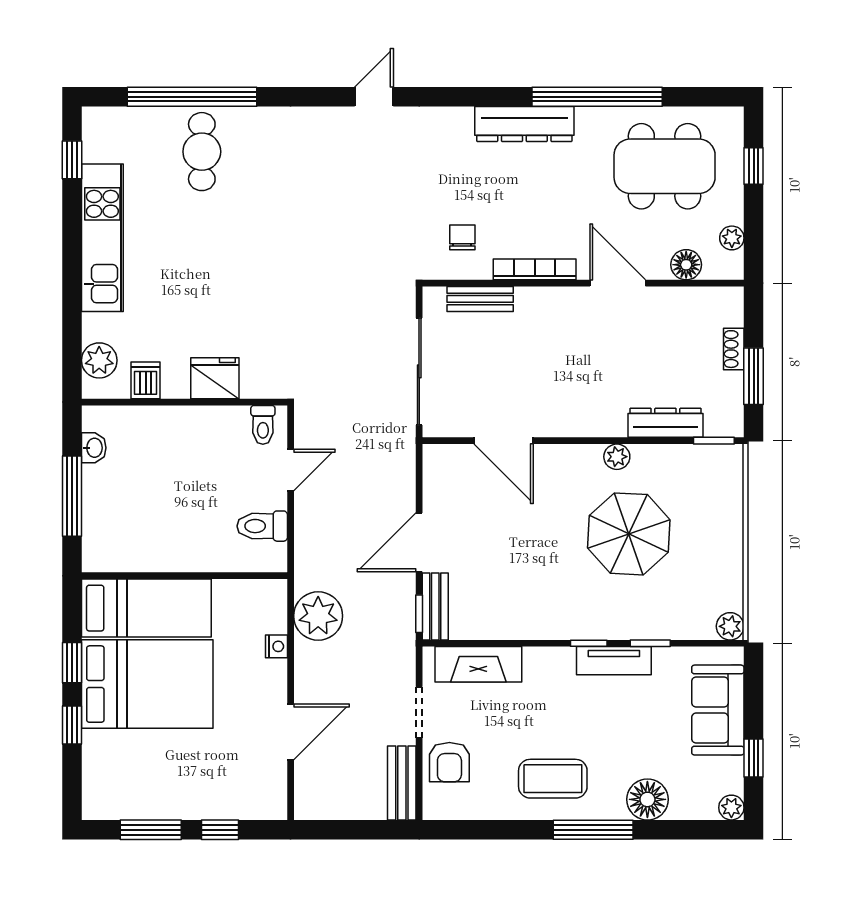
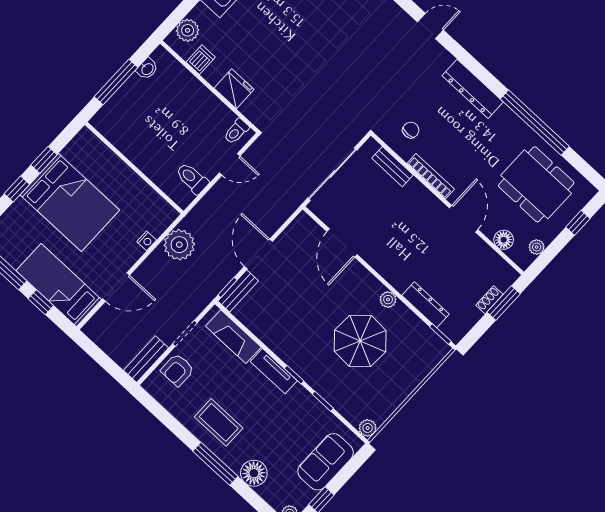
dresser: (524, 124) -> (473, 89), moved
window: (754, 376) -> (504, 303), moved
door: (419, 542) -> (258, 254), hinge flipped
bed: (146, 608) -> (59, 285), moved, turned 180
tv unit: (614, 661) -> (274, 371), moved

